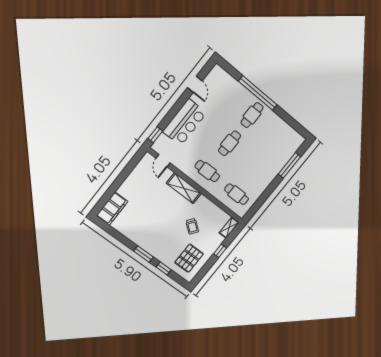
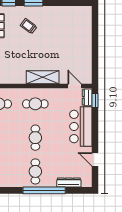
dresser: (232, 83) -> (69, 183), added
dresser: (160, 143) -> (87, 97), added
filing cabinet: (112, 209) -> (84, 21), removed
trolley: (192, 226) -> (29, 26), moved

